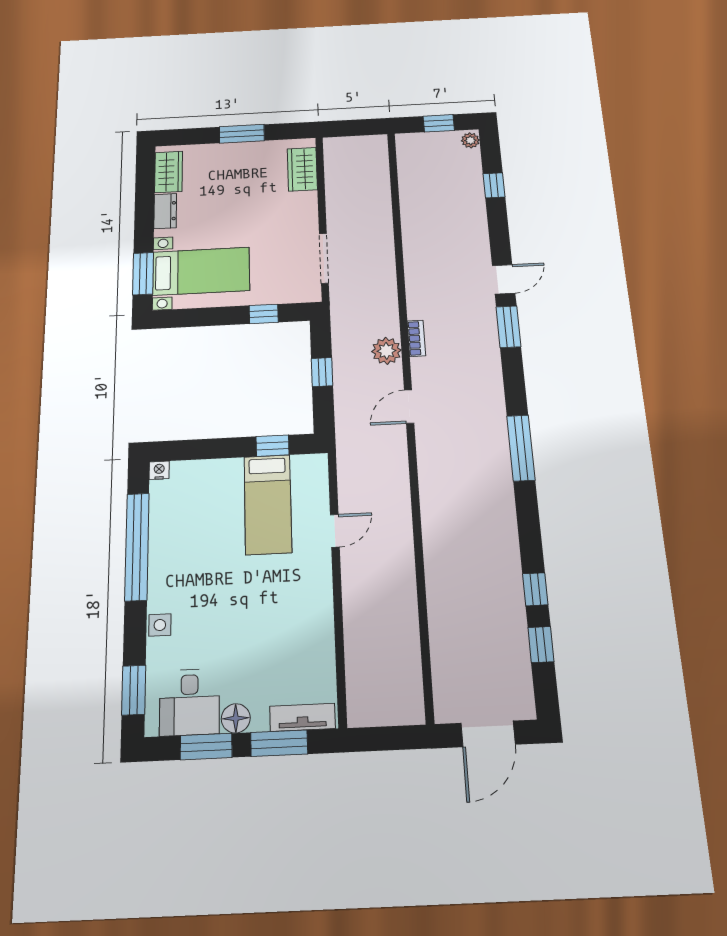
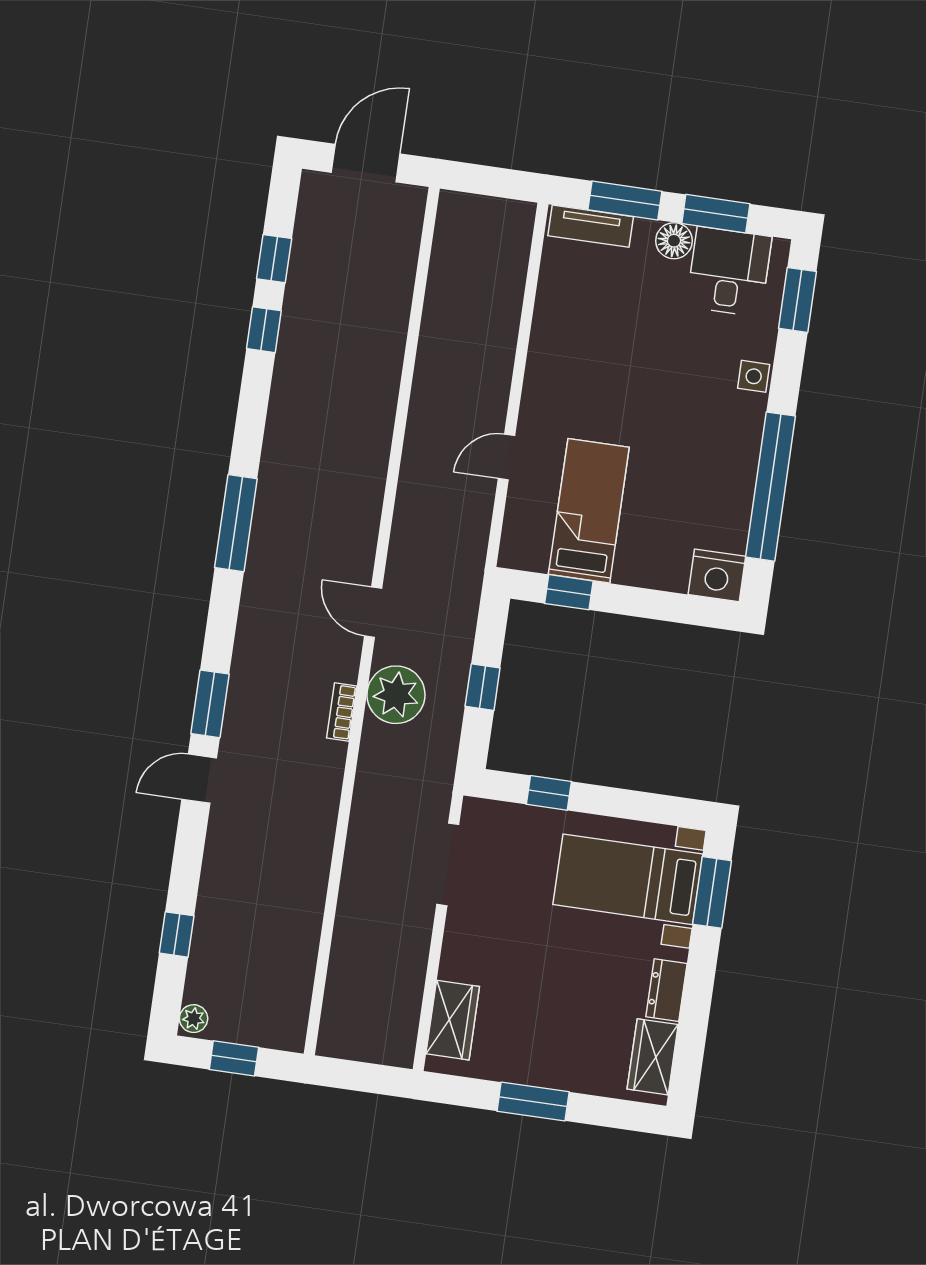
plant: (386, 351) -> (396, 695), width x1.36, depth x1.36
door: (409, 407) -> (373, 612), swing flipped
nightstand: (159, 470) -> (717, 575), width x1.89, depth x1.79

